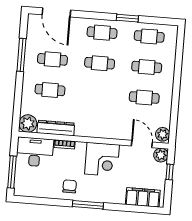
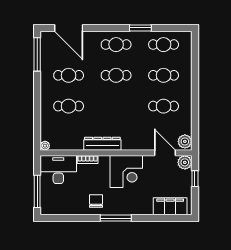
window: (21, 55) -> (37, 54), moved
plant: (28, 124) -> (45, 146), width x0.53, depth x0.53
dresser: (56, 128) -> (102, 144), moved

